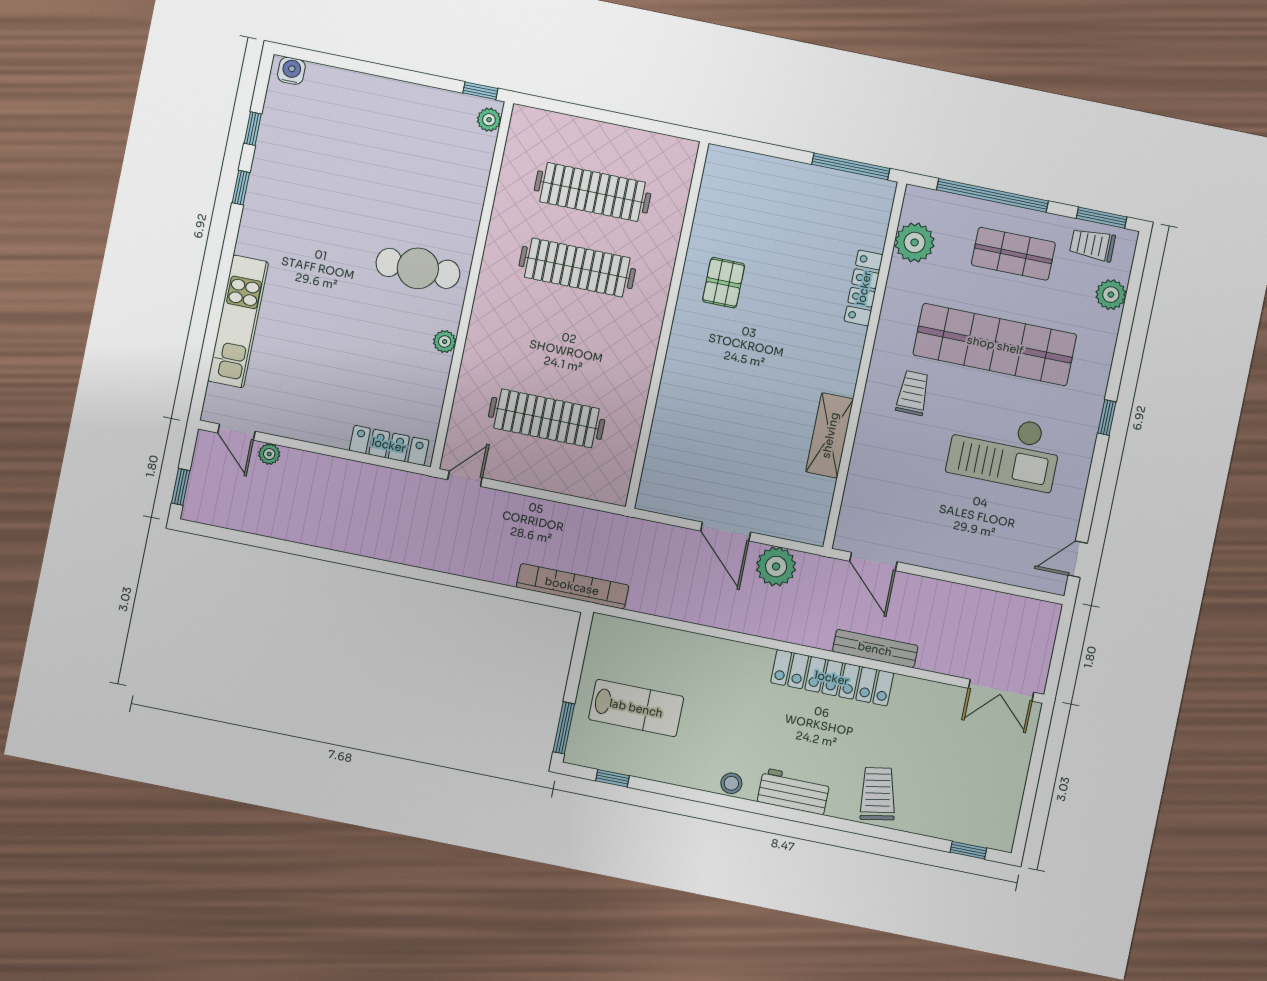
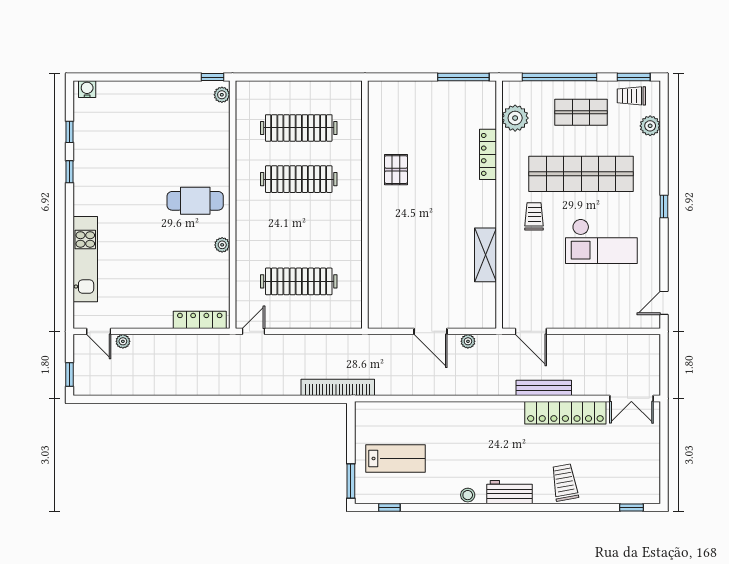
plant: (776, 566) -> (468, 341), width x0.53, depth x0.53
locker: (832, 678) -> (565, 413), moved

